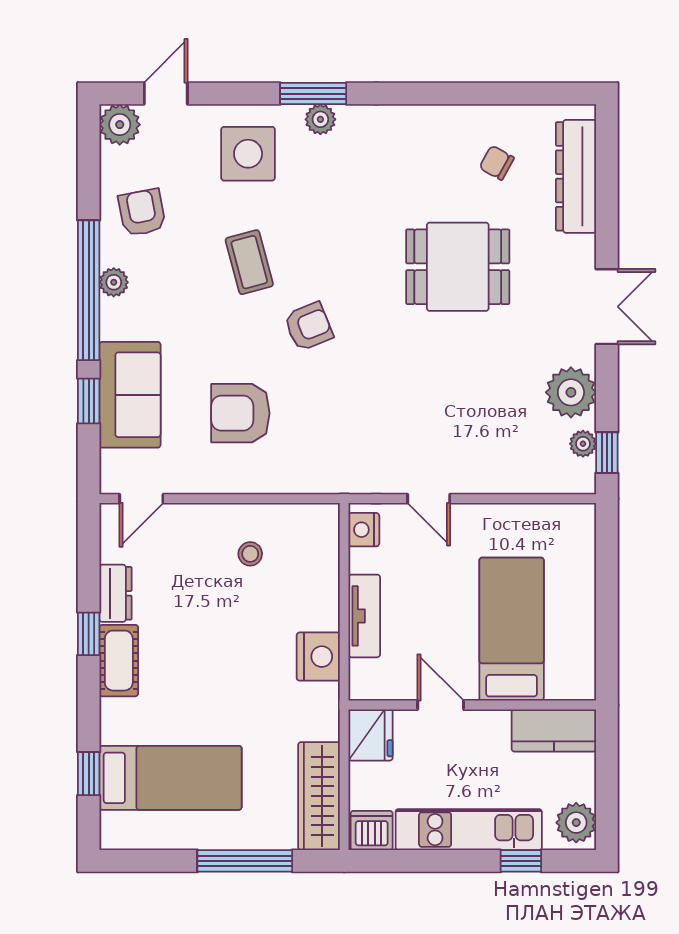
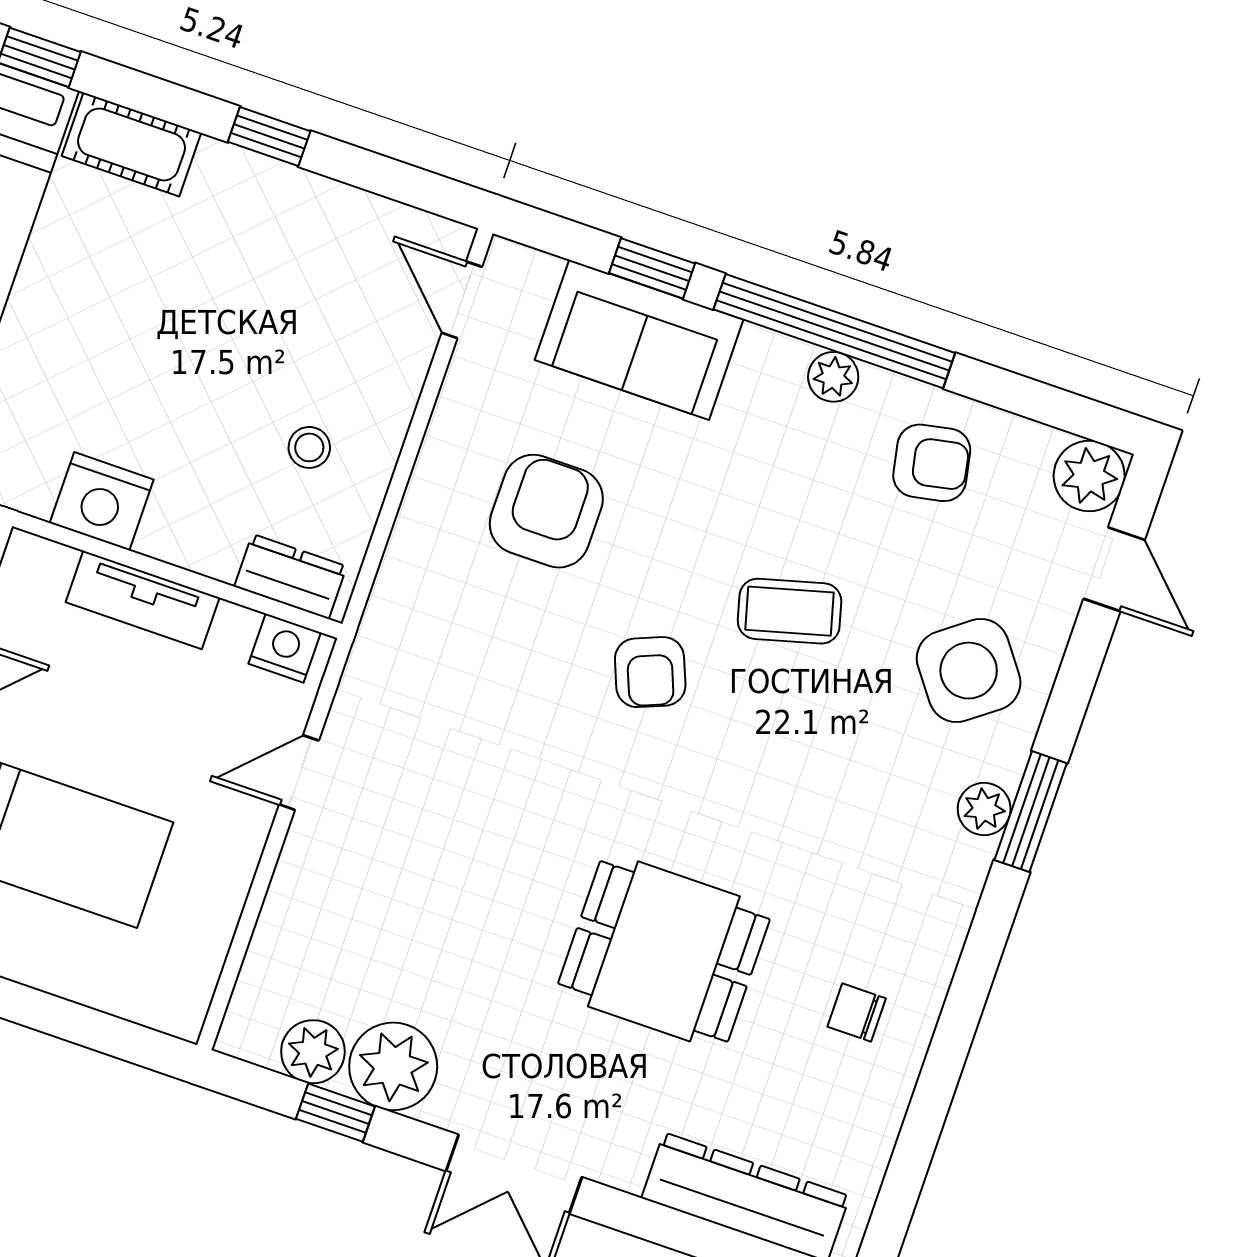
side table: (248, 154) -> (969, 671), turned -37
chair: (497, 163) -> (857, 1013), moved, turned -119
dining table: (458, 267) -> (664, 951), turned 90
plant: (583, 444) -> (313, 1052), width x1.38, depth x1.38
window: (607, 453) -> (335, 1113), moved
dresser: (115, 593) -> (291, 576), moved, turned 180
cot: (119, 661) -> (131, 144), moved

